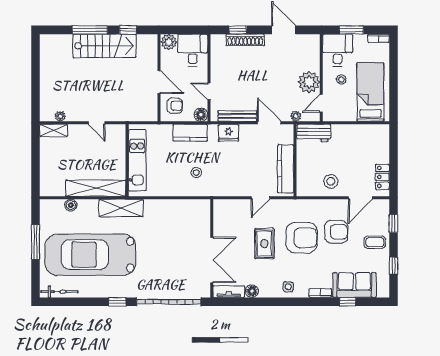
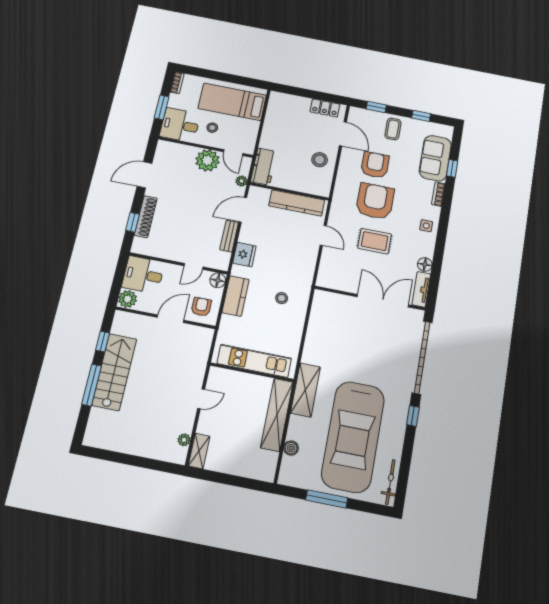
bench: (237, 116) -> (229, 236), width x0.73

